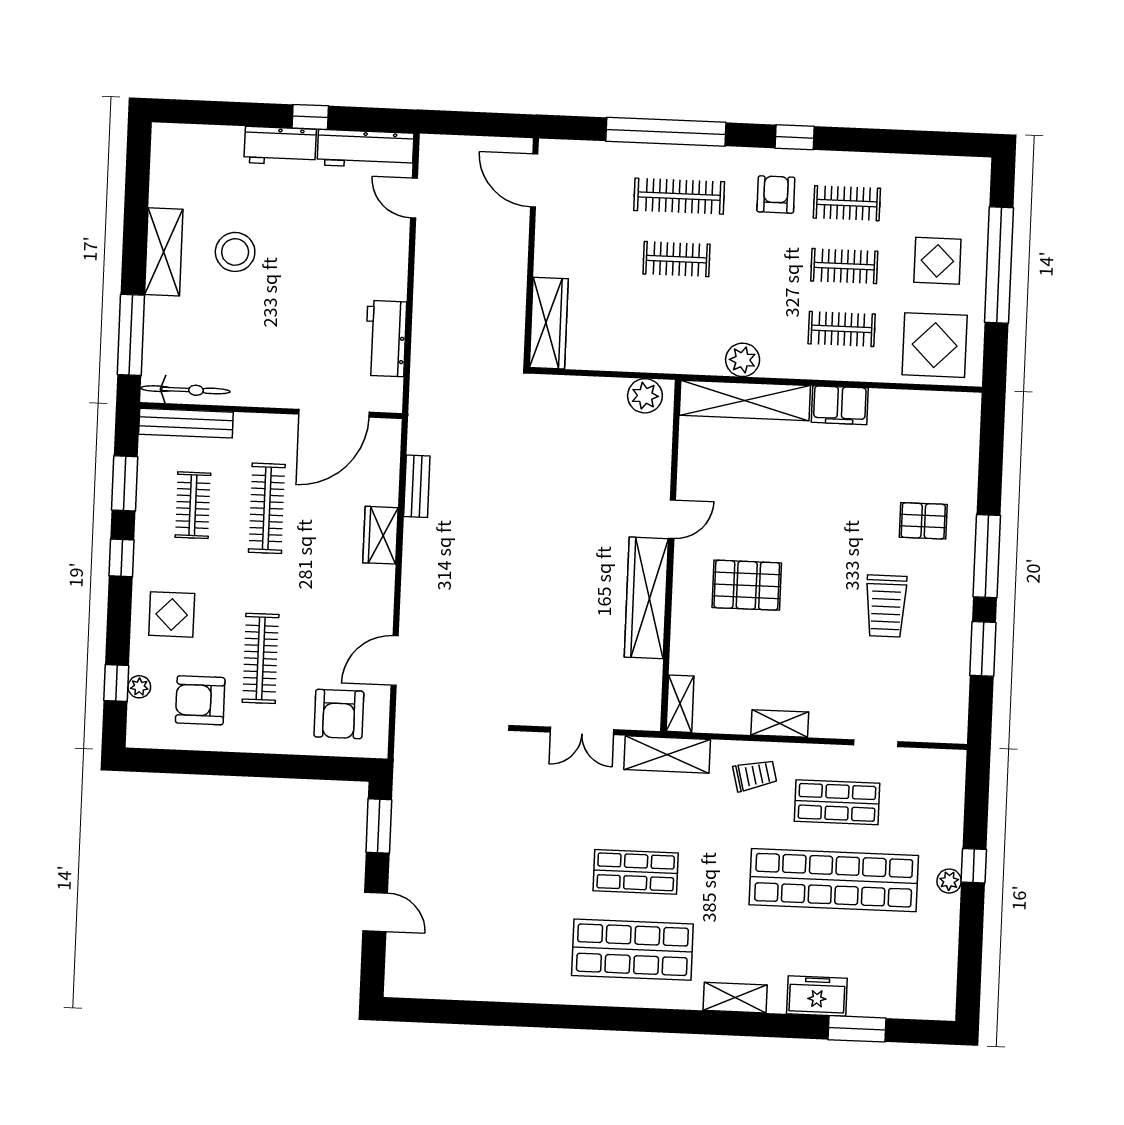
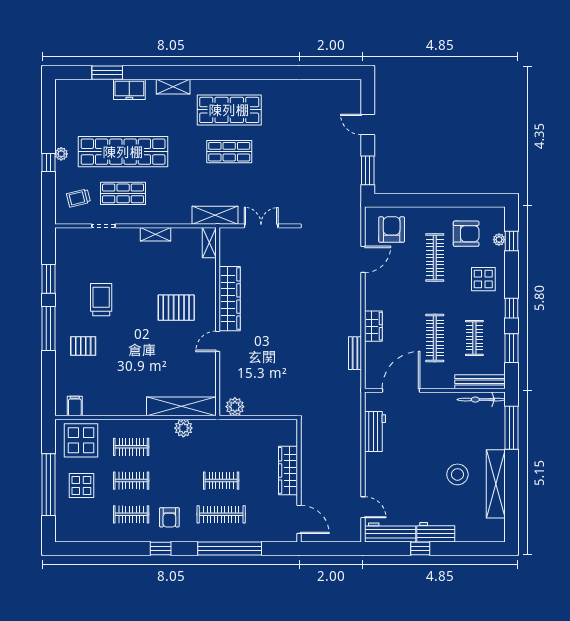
shelving: (164, 252) -> (496, 484), width x1.47
wardrobe: (549, 323) -> (288, 470), moved
filing cabinet: (840, 405) -> (75, 406), moved, width x0.50
trolley: (755, 775) -> (78, 198), moved

